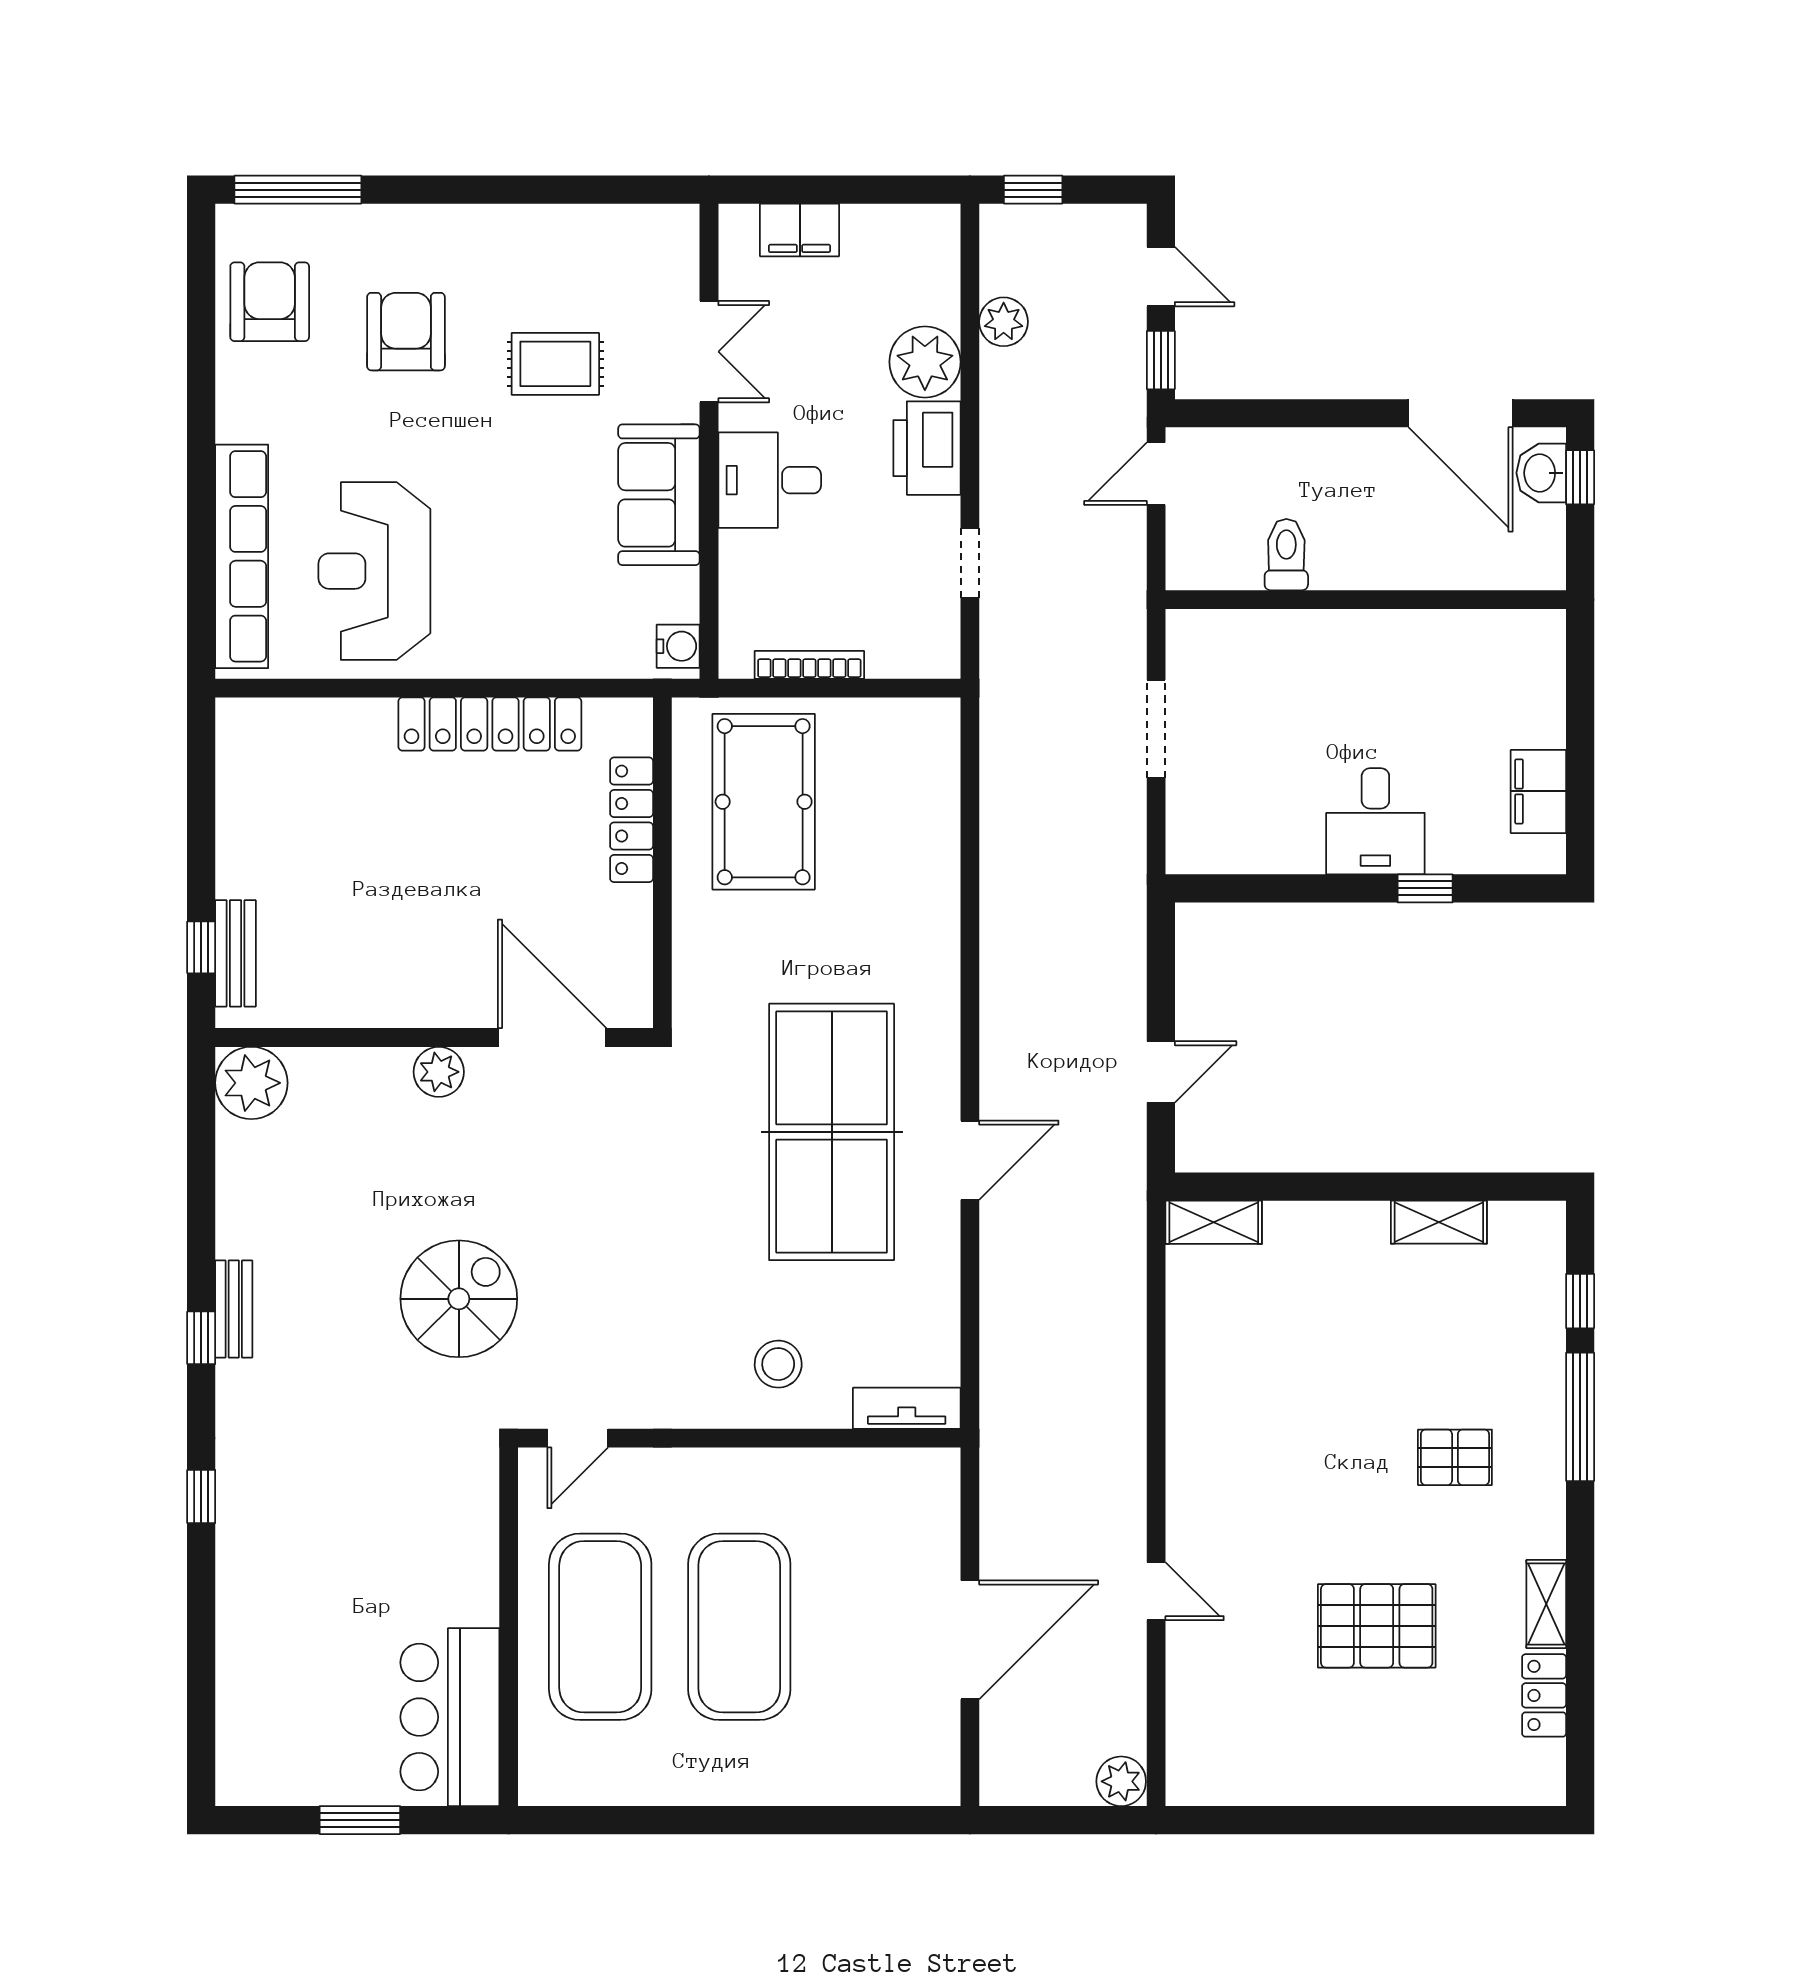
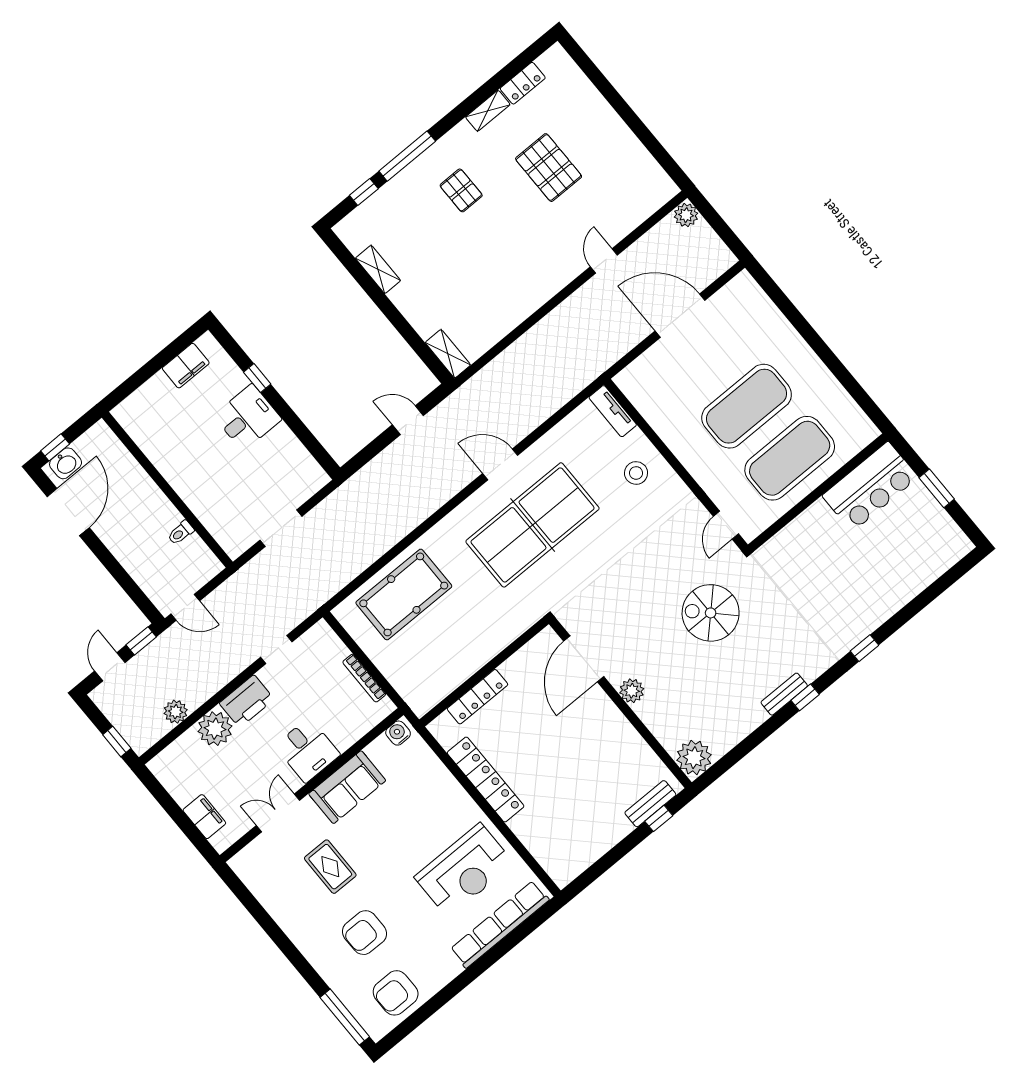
toilet: (1286, 555) -> (181, 533), width x0.73, depth x0.72
pool table: (764, 802) -> (404, 594), moved
door: (578, 1438) -> (726, 525), swing flipped

